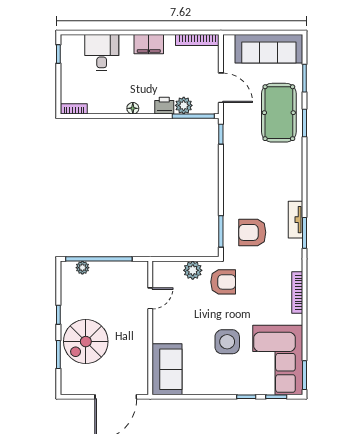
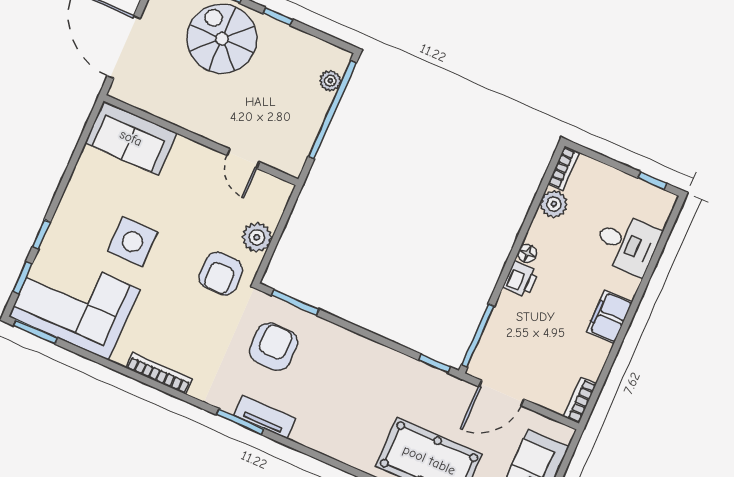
bookcase: (197, 40) -> (580, 400), width x0.64
plant: (184, 105) -> (554, 204), moved
printer: (164, 106) -> (521, 279), moved

